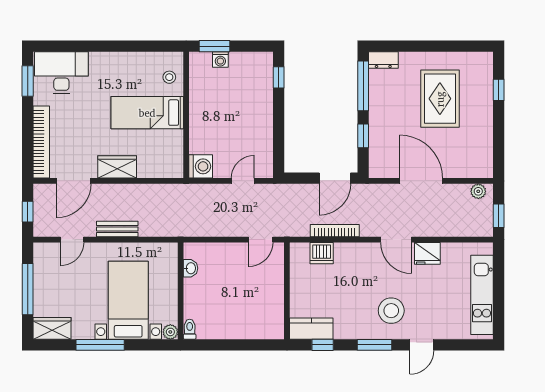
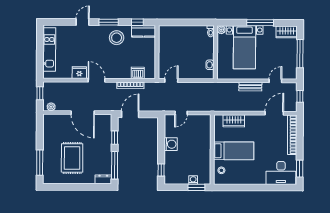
window: (499, 90) -> (40, 163), width x2.17
washing machine: (201, 166) -> (171, 144), moved, turned 180
wardrobe: (117, 167) -> (234, 121), moved
stool: (391, 311) -> (117, 38), moved

